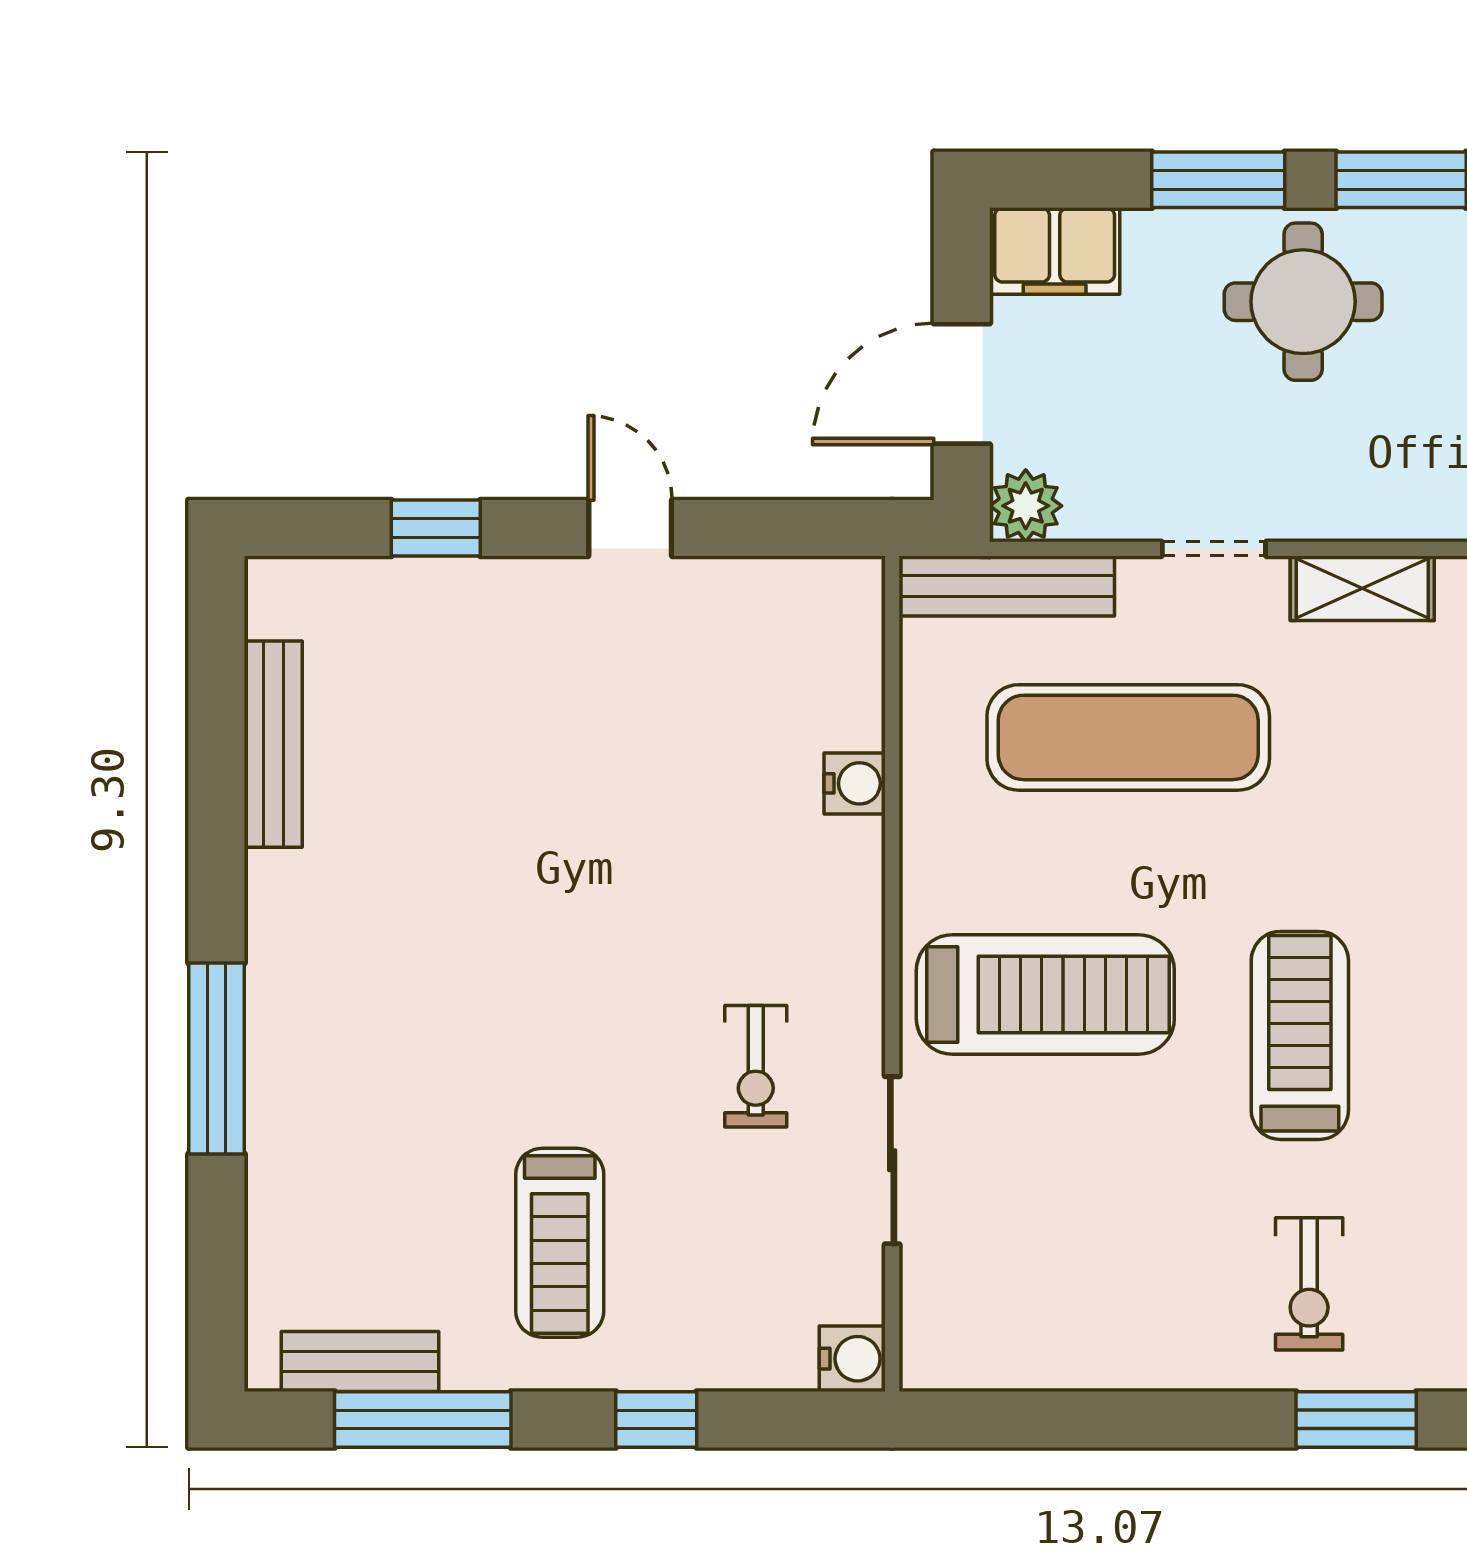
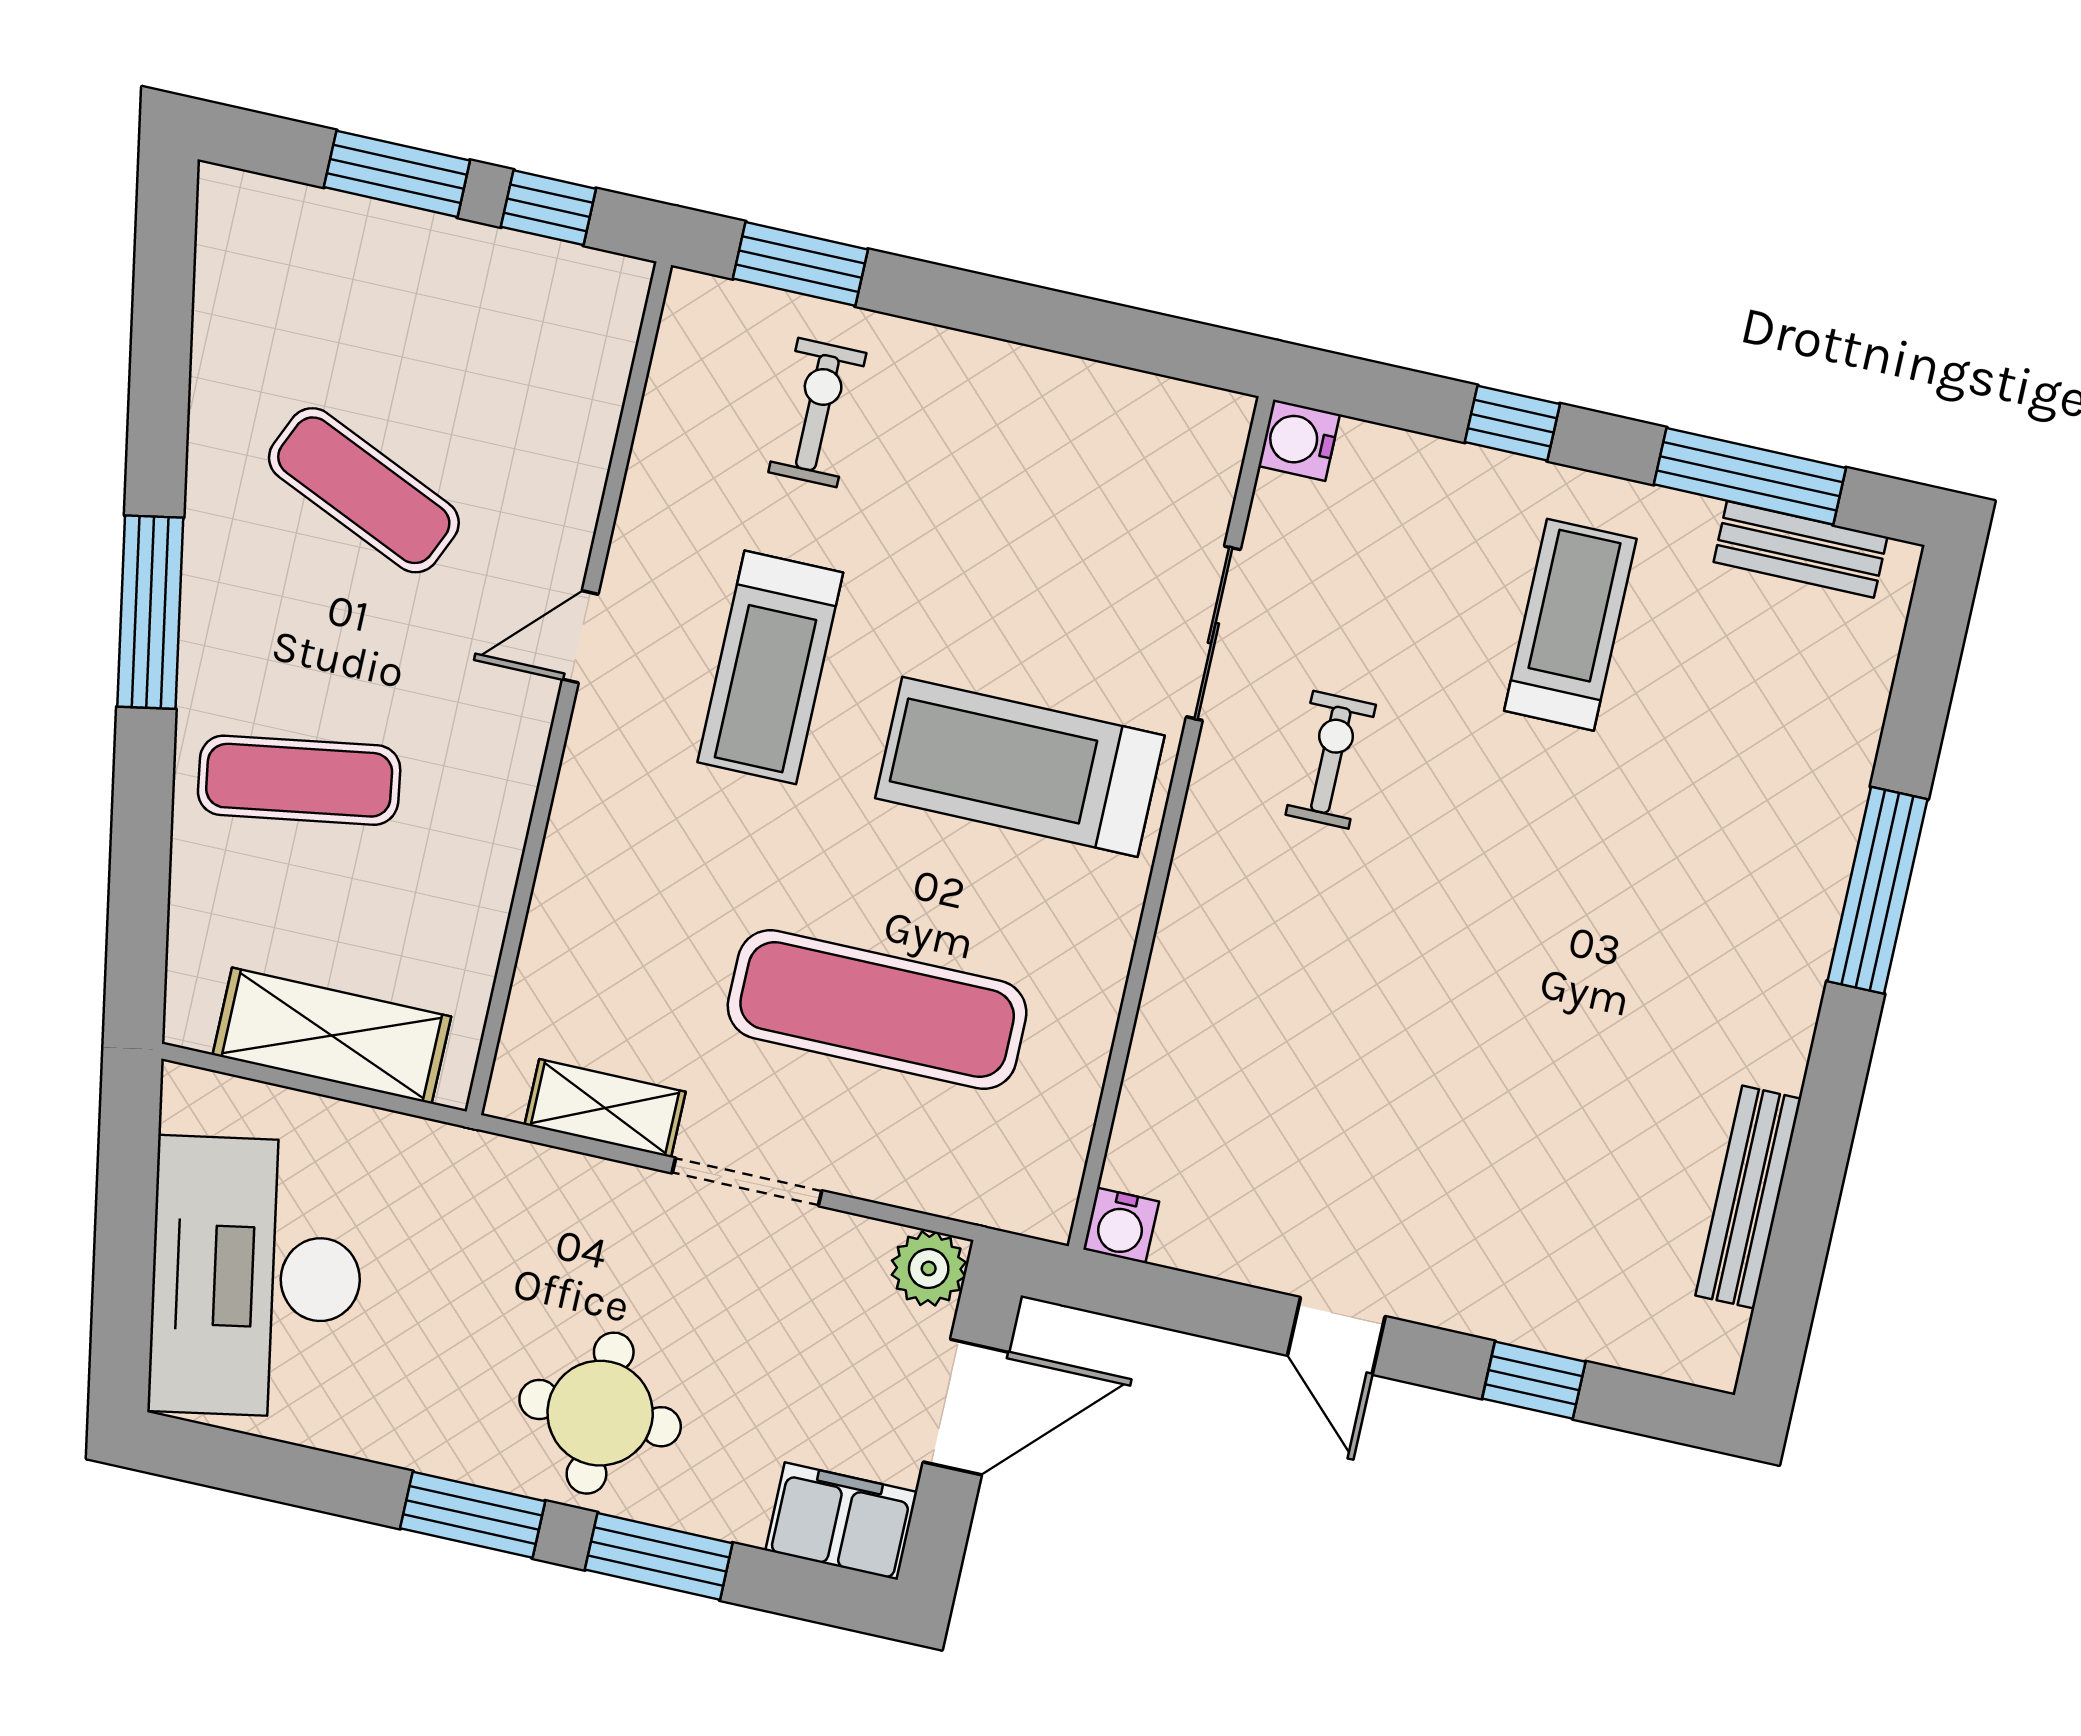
doorway: (1214, 549) -> (747, 1182), width x1.38
bench: (1007, 586) -> (966, 1191), removed
water cooler: (855, 783) -> (1121, 1225), moved, turned -90

